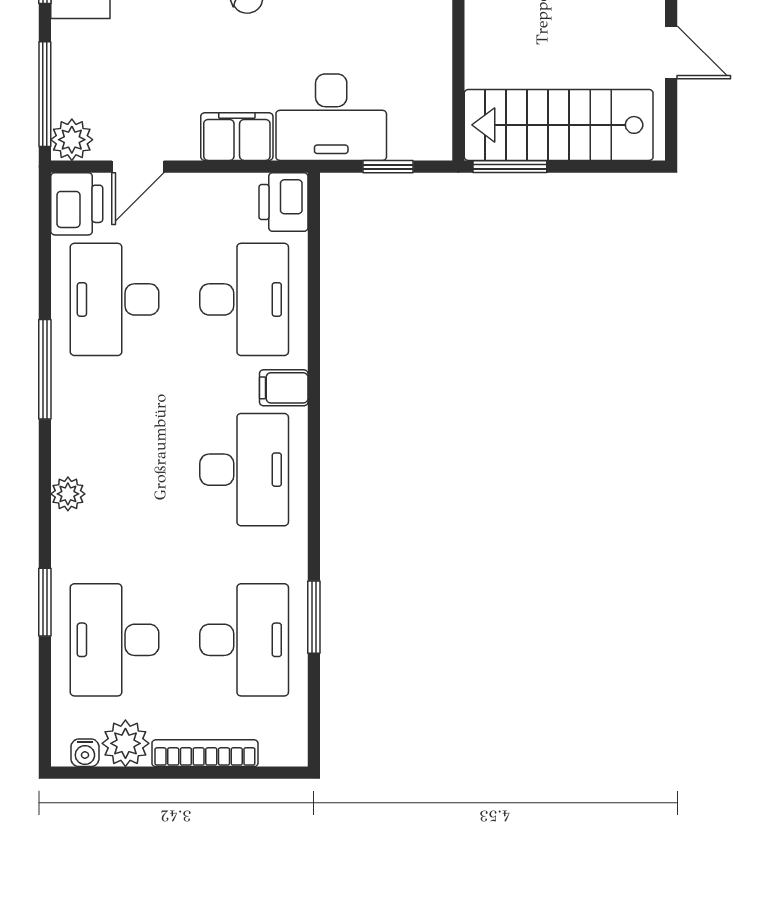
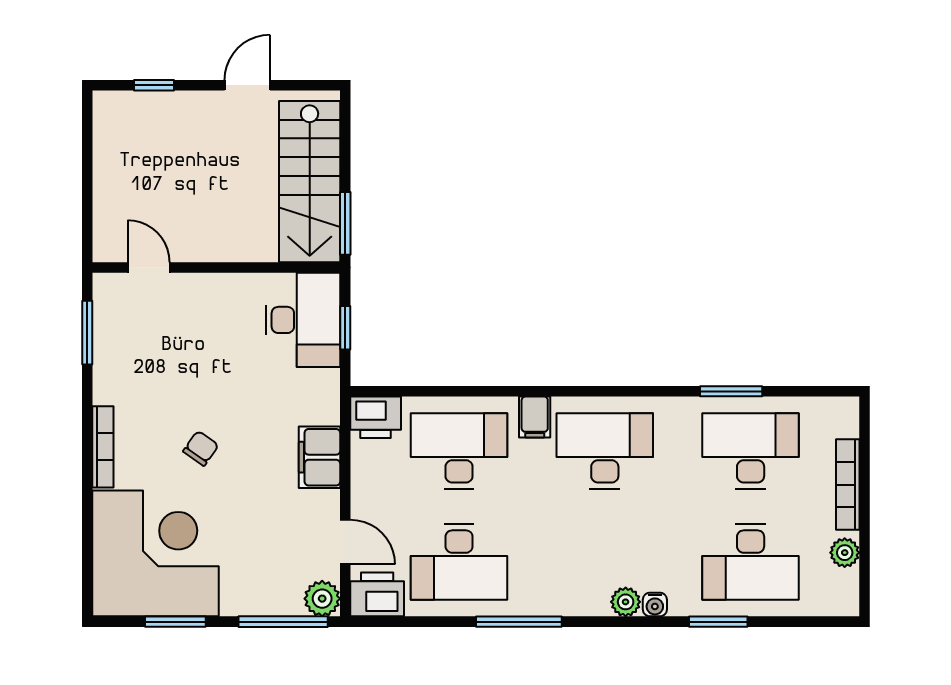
desk: (331, 117) -> (303, 320), moved
plant: (125, 743) -> (845, 553), width x0.73, depth x0.73
water cooler: (85, 753) -> (655, 605), moved, turned 90

